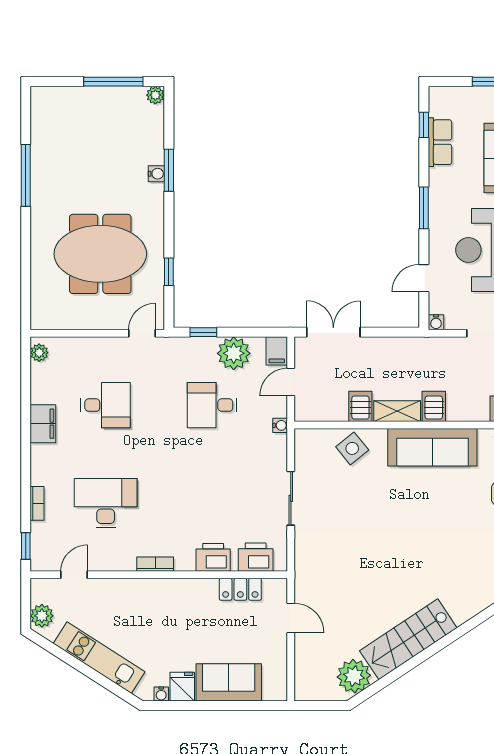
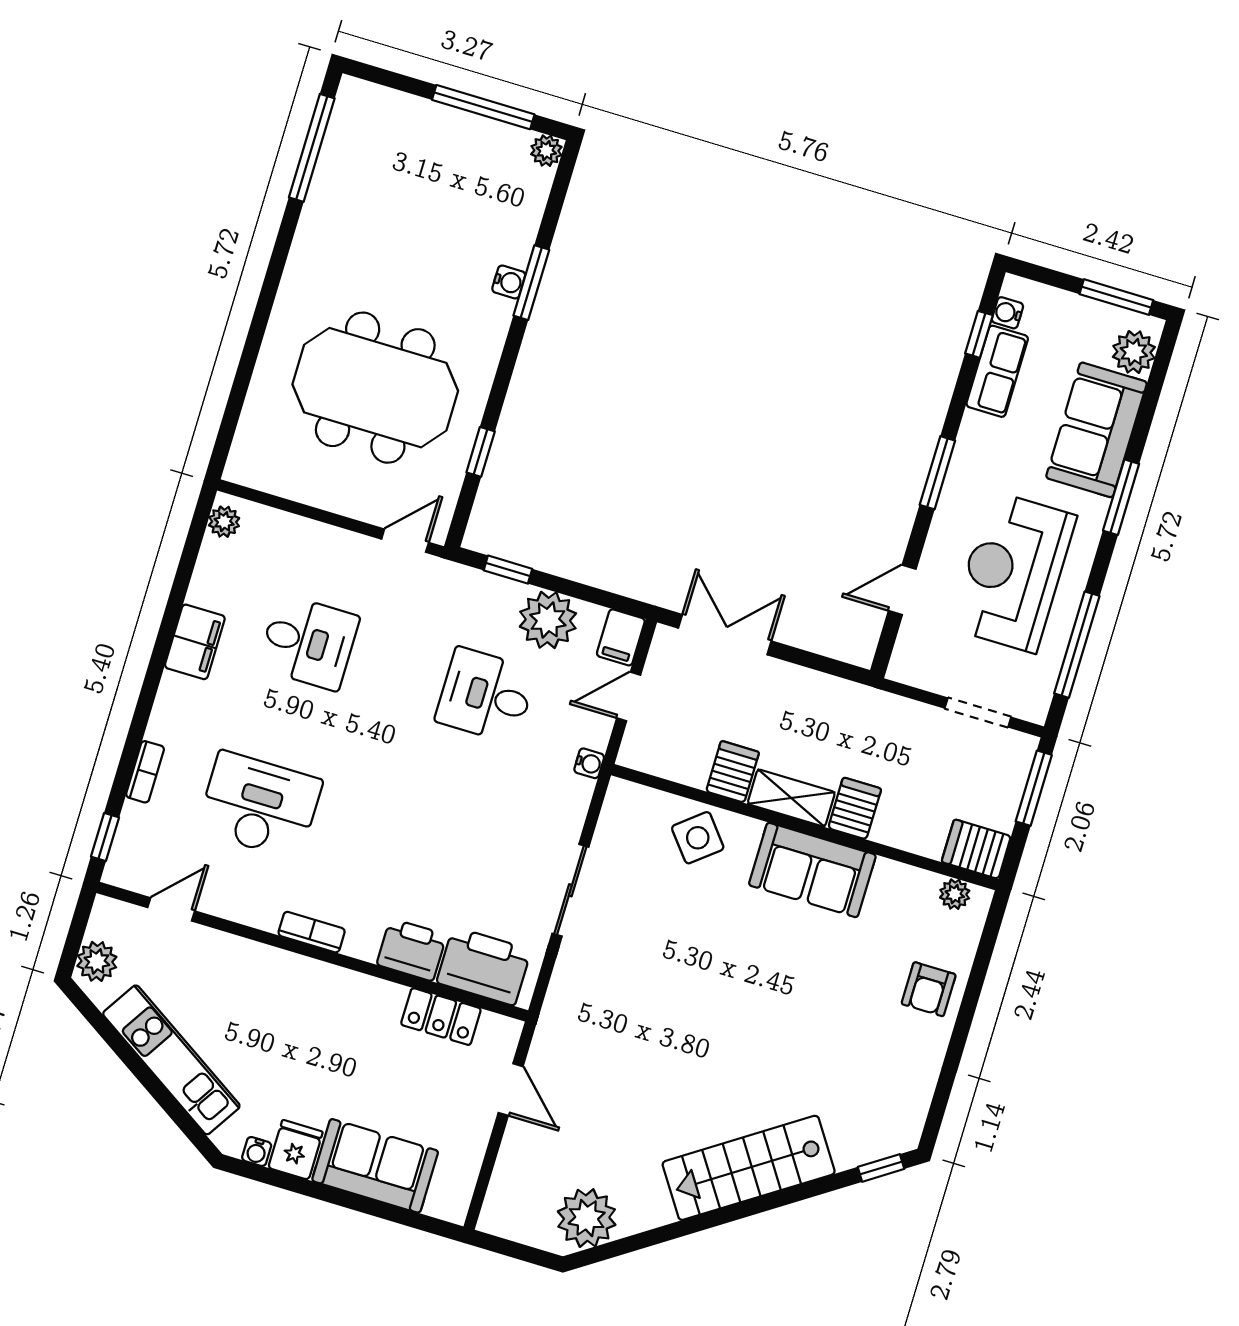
window: (26, 175) -> (312, 148), moved
water cooler: (436, 322) -> (1007, 313), moved, turned 90
sofa: (432, 447) -> (812, 870), width x0.73
printer: (256, 557) -> (484, 966), width x1.37, depth x1.19
stairs: (408, 639) -> (749, 1168), moved

